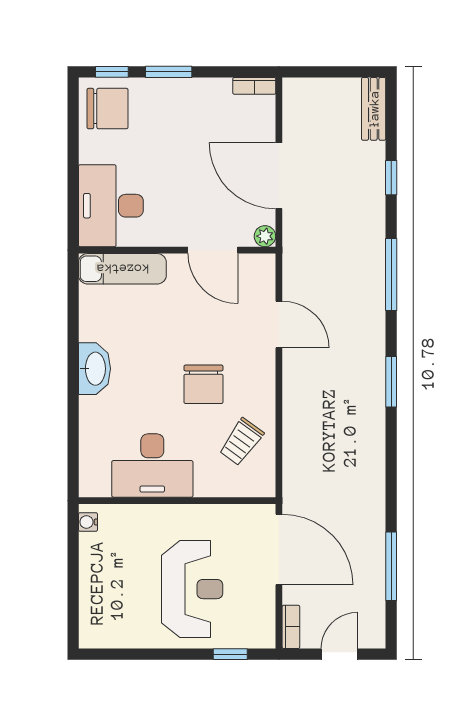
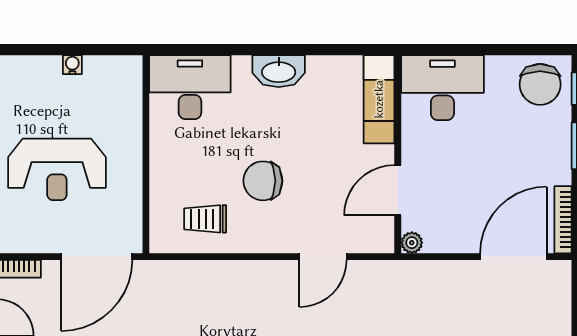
bookcase: (254, 86) -> (563, 220), width x1.56
door: (279, 176) -> (513, 257), moved
trolley: (241, 442) -> (205, 219), turned -36
desk: (152, 466) -> (190, 87), moved, turned 90
water cooler: (88, 522) -> (72, 65), moved

